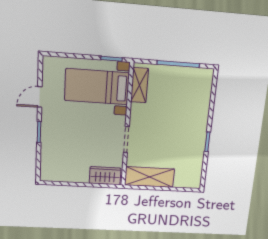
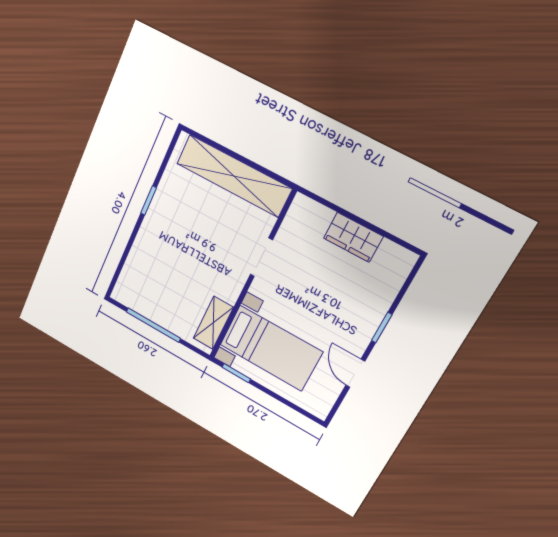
door: (40, 97) -> (355, 373), swing flipped
wardrobe: (105, 176) -> (353, 237), moved
shelving: (150, 177) -> (234, 176), width x1.47

